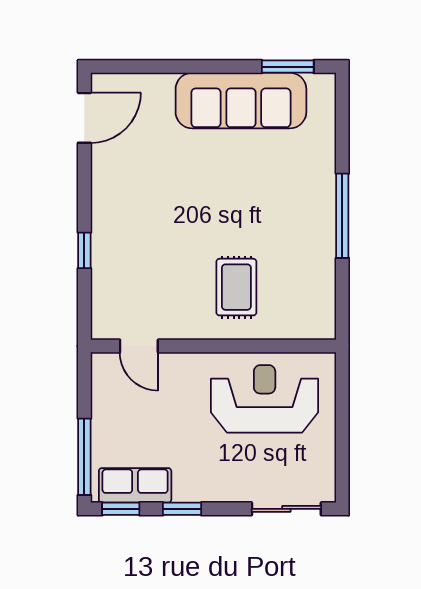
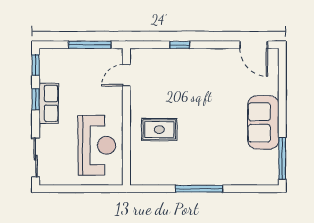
window: (288, 67) -> (282, 158), width x1.44
sofa: (241, 101) -> (263, 122), width x0.73
window: (84, 457) -> (90, 45), moved
row of seats: (135, 485) -> (49, 103), moved

